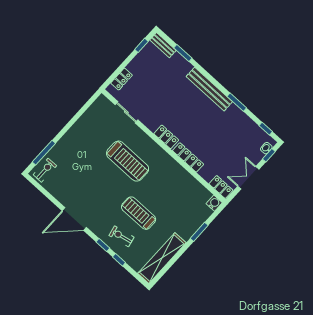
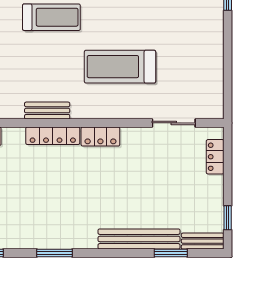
bench: (209, 89) -> (139, 239), moved
bench: (180, 171) -> (47, 111), added

